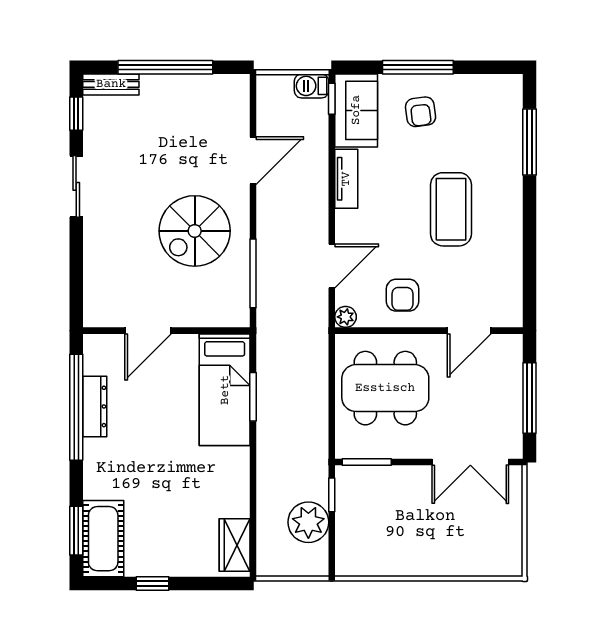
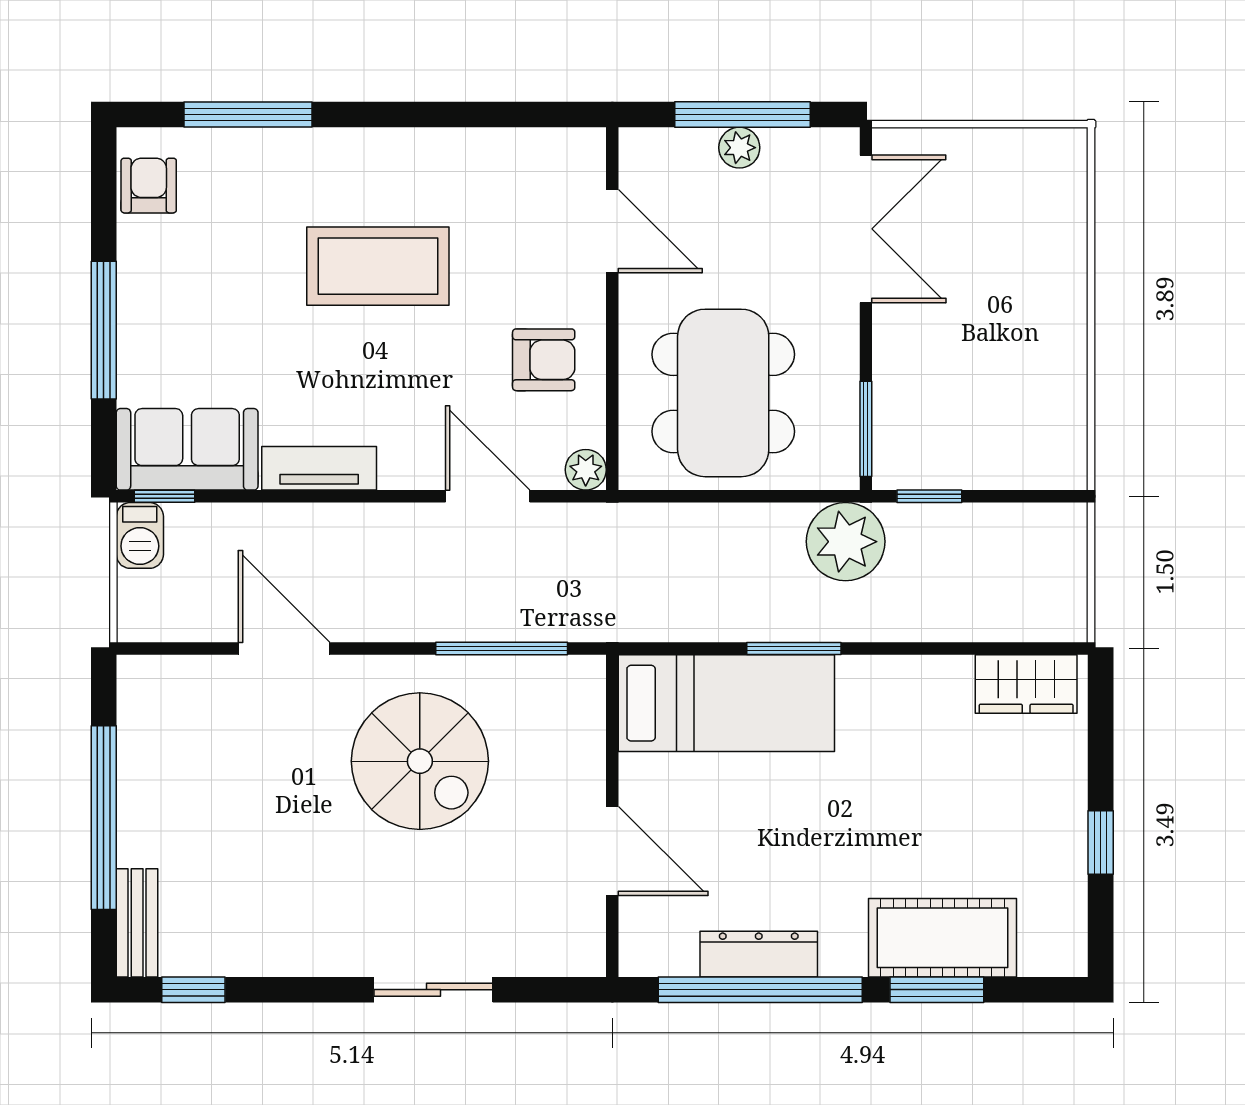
armchair: (421, 112) -> (149, 186), moved, turned -83
sliding door: (76, 186) -> (433, 990), moved
plant: (512, 396) -> (739, 148), added
window: (253, 397) -> (794, 648), moved
plant: (308, 522) -> (846, 542), moved
window: (76, 531) -> (937, 990), moved
cot: (103, 539) -> (942, 938), moved

